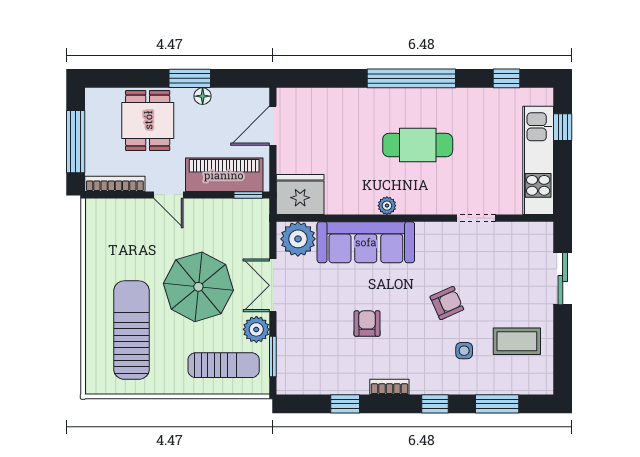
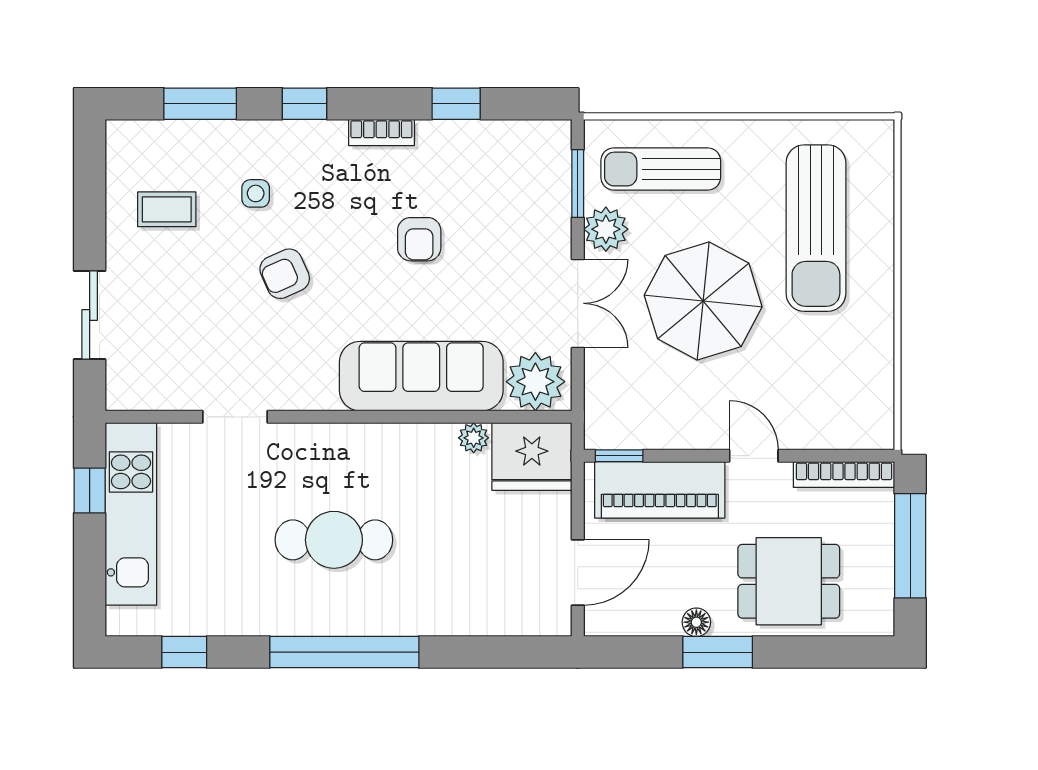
dining table: (148, 120) -> (789, 581), turned 90
window: (563, 127) -> (90, 490), moved
plant: (387, 206) -> (474, 438), moved
coffee table: (517, 341) -> (167, 209), width x0.73, depth x0.77

